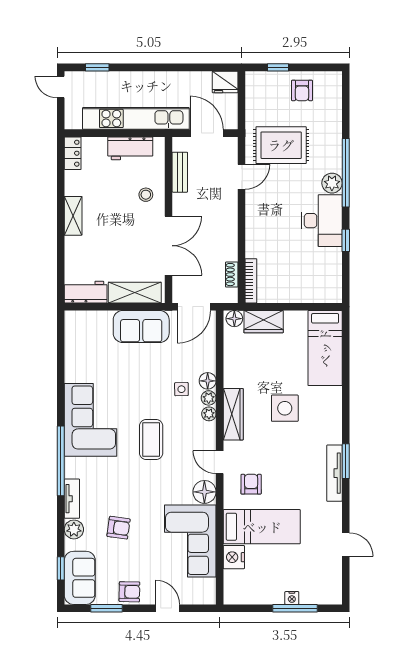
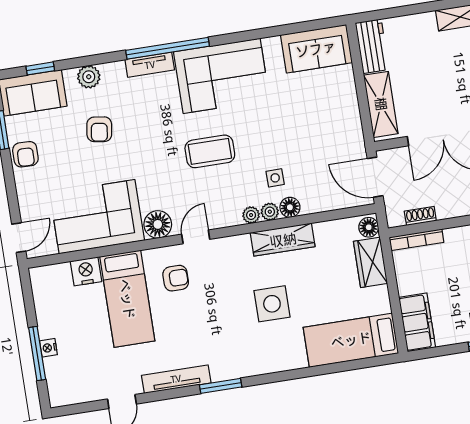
filing cabinet: (319, 291) -> (417, 322), added
sofa: (141, 326) -> (316, 49), moved, turned -90
wardrobe: (233, 414) -> (283, 240), moved
tv unit: (334, 473) -> (176, 379), moved
tv unit: (72, 499) -> (150, 65), moved
door: (168, 608) -> (19, 238), moved

